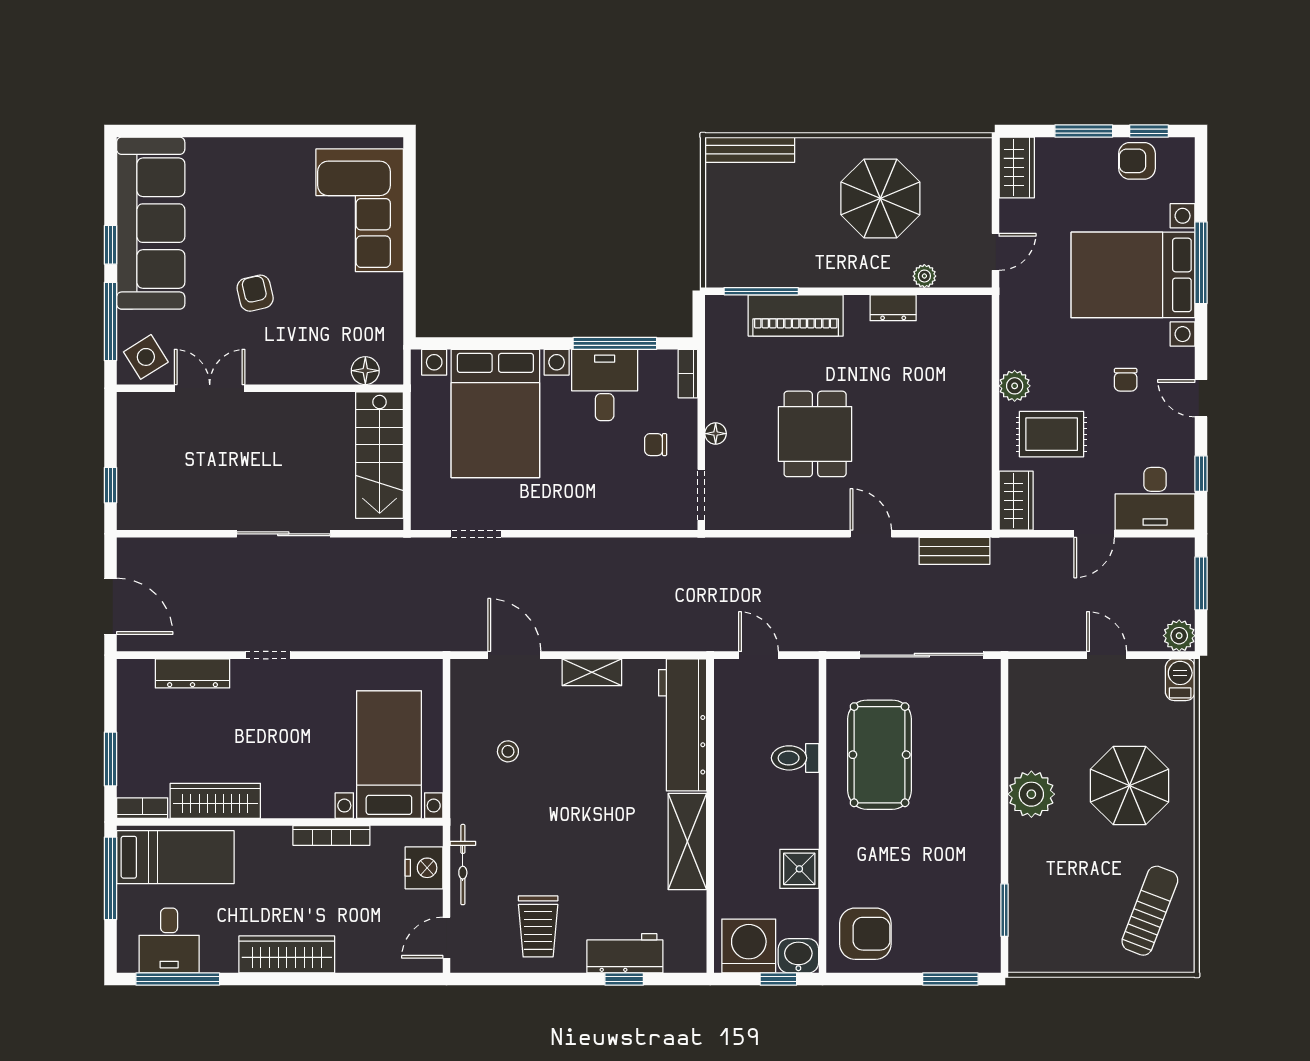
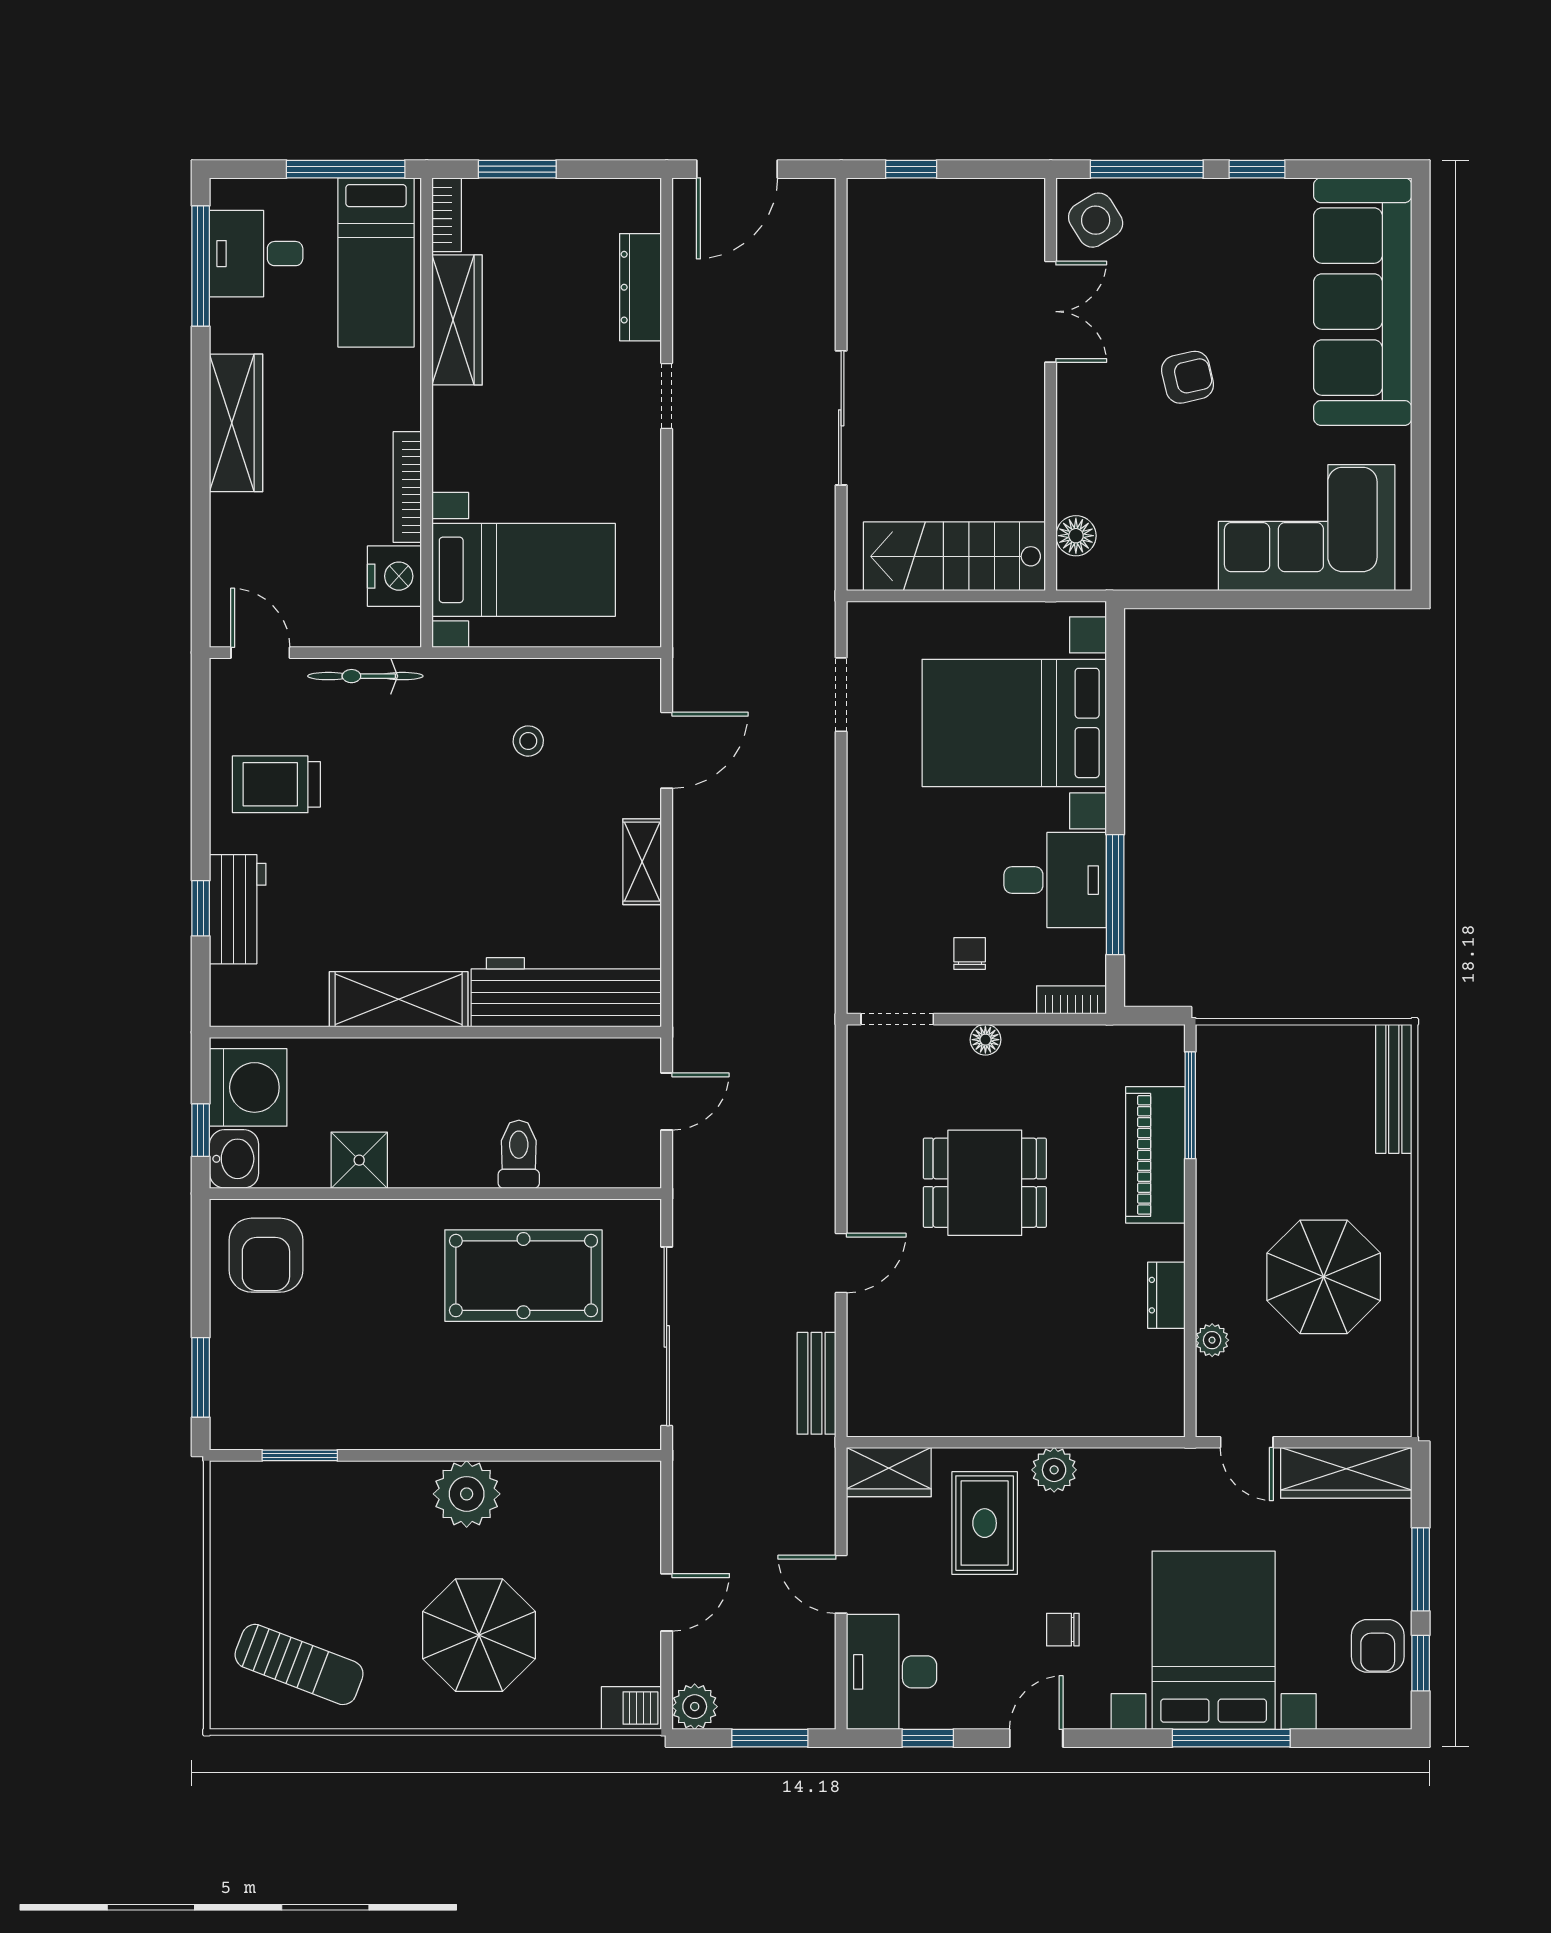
armchair: (1137, 161) -> (1378, 1646), turned 180
wardrobe: (1017, 168) -> (1346, 1473), width x1.50
sofa: (151, 223) -> (1363, 302), moved, turned 90
nightstand: (424, 868) -> (394, 576), moved, turned -90

